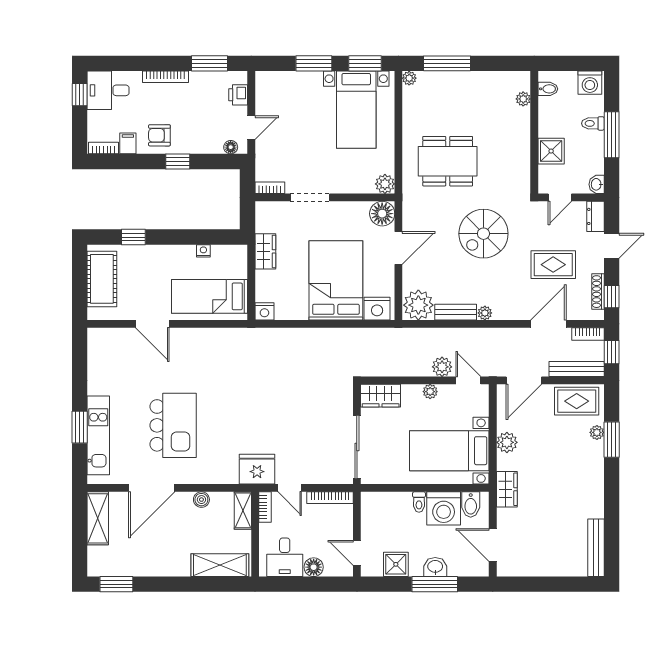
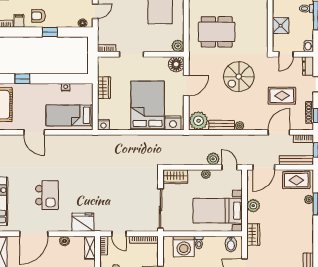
kitchen island: (173, 425) -> (47, 195), width x0.73, depth x0.78
fridge: (257, 469) -> (83, 222), moved
washing machine: (444, 508) -> (184, 246), moved

